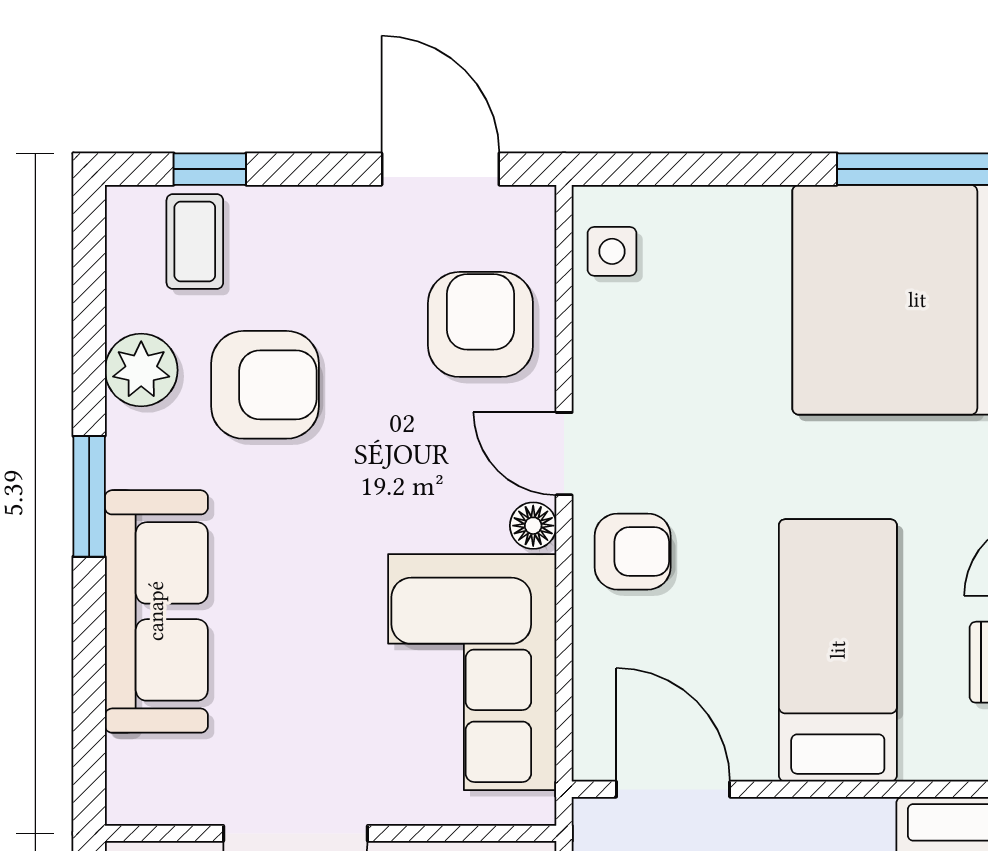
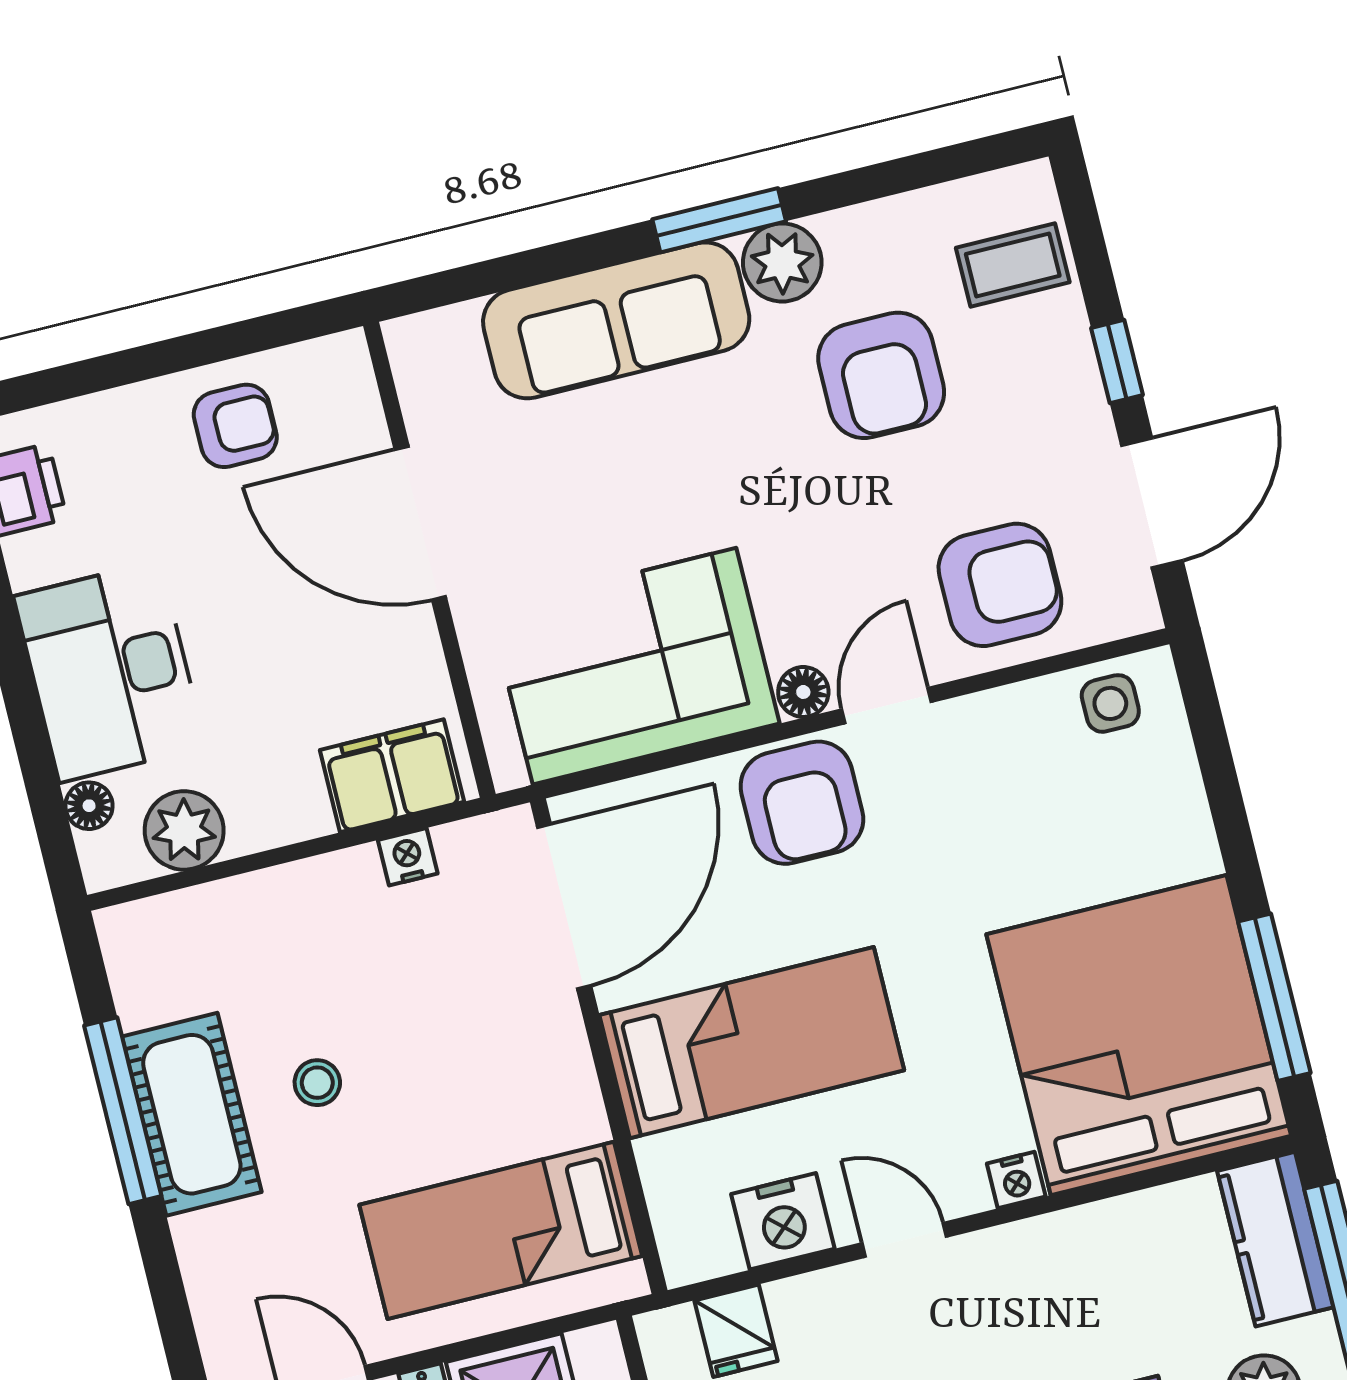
window: (210, 169) -> (1117, 362), moved
plant: (141, 370) -> (782, 262), moved
armchair: (633, 552) -> (802, 803), width x1.38, depth x1.38
door: (673, 789) -> (564, 906), width x1.36

